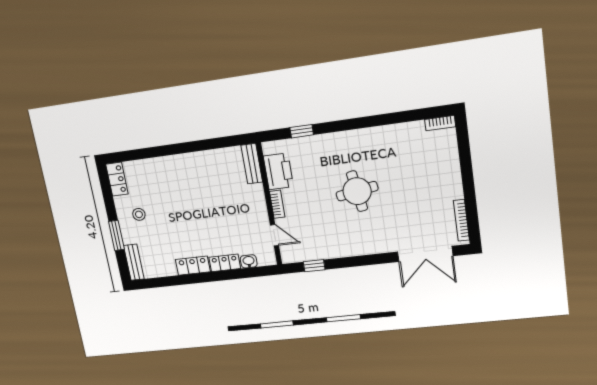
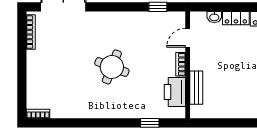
bench: (252, 164) -> (196, 88), moved
round table: (357, 191) -> (112, 67), turned 30
door: (274, 235) -> (188, 38), hinge flipped

